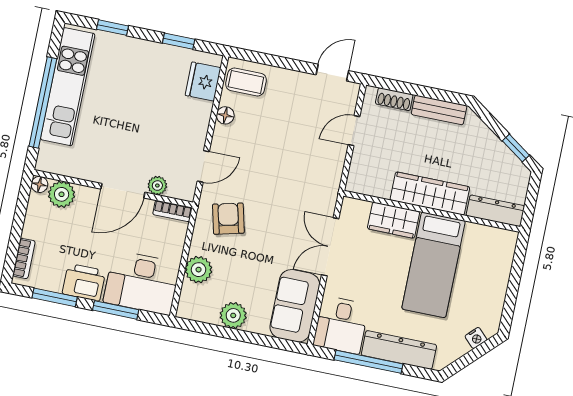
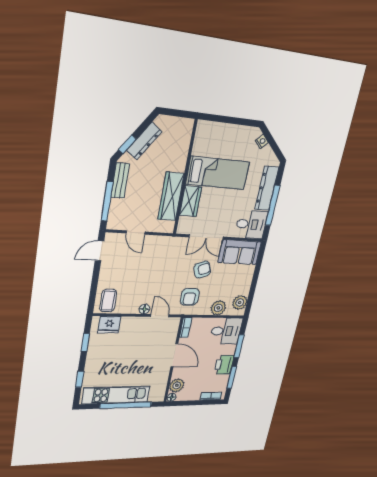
door: (332, 73) -> (99, 251), hinge flipped
window: (409, 88) -> (107, 201), added
shoe rack: (394, 99) -> (114, 210), removed
floor lamp: (225, 115) -> (144, 309), moved
window: (516, 148) -> (127, 144), moved
plant: (157, 186) -> (171, 338), removed
wardrobe: (430, 193) -> (171, 196), moved
dresser: (495, 211) -> (144, 141), moved, turned -145
armchair: (228, 219) -> (190, 297), turned -76
armchair: (274, 240) -> (202, 270), added
desk: (142, 283) -> (226, 331), width x0.73
plant: (233, 315) -> (240, 302), moved

